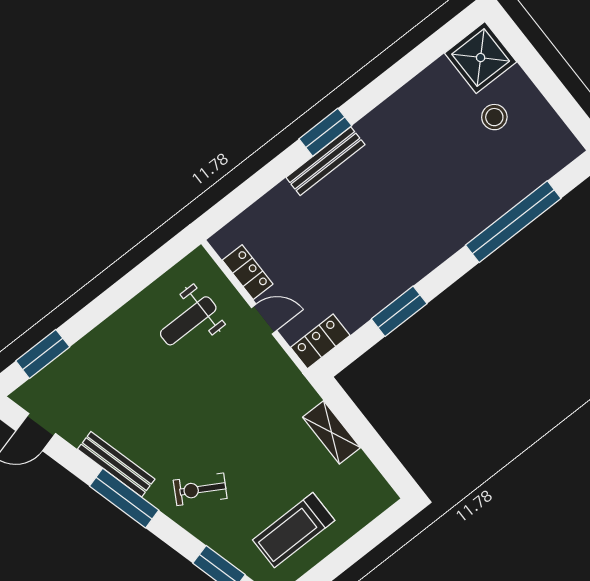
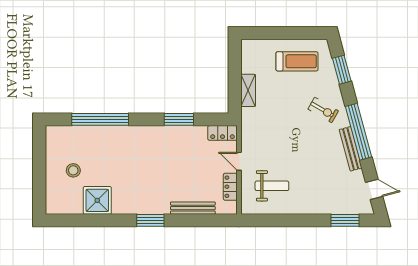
shower: (481, 58) -> (97, 200), moved
bench: (325, 161) -> (193, 208), moved
window: (124, 498) -> (359, 132), width x1.46

